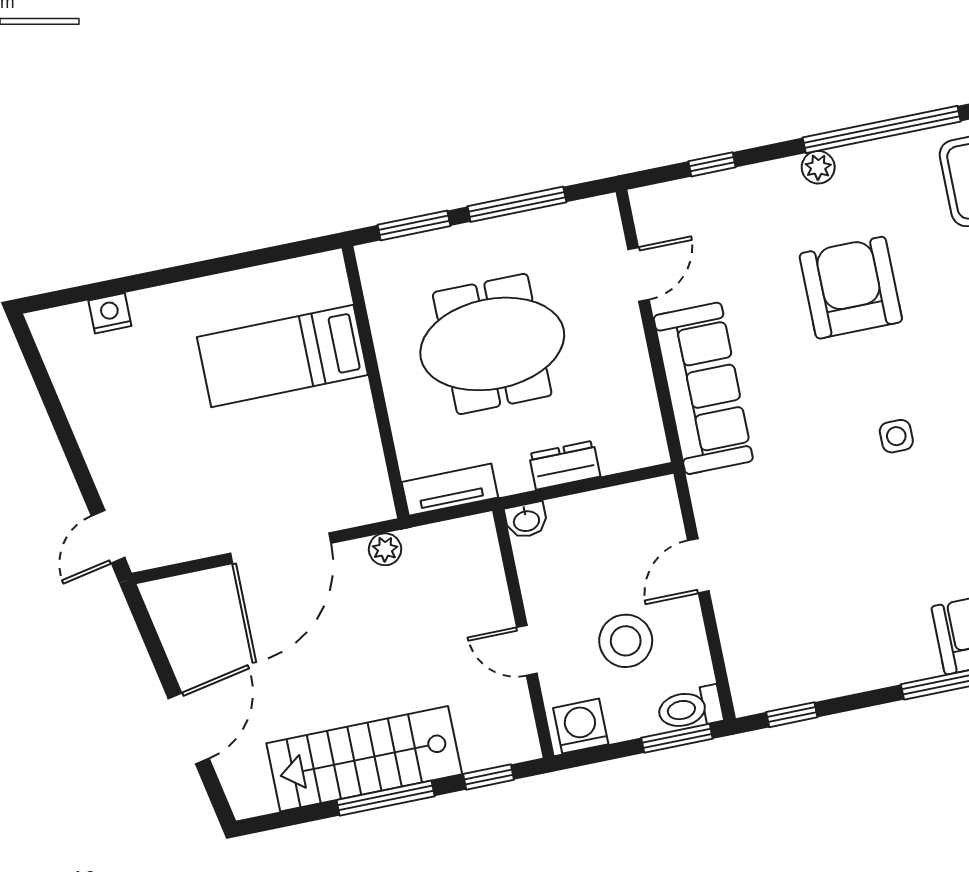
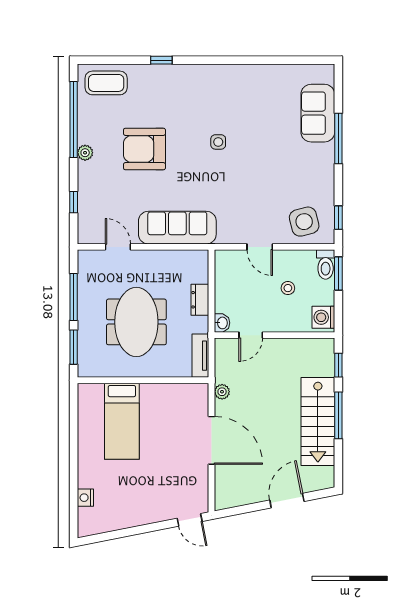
stool: (626, 641) -> (288, 288), width x0.53, depth x0.53
side table: (769, 646) -> (304, 222), added
door: (527, 650) -> (251, 335), moved
door: (189, 728) -> (287, 501), hinge flipped

